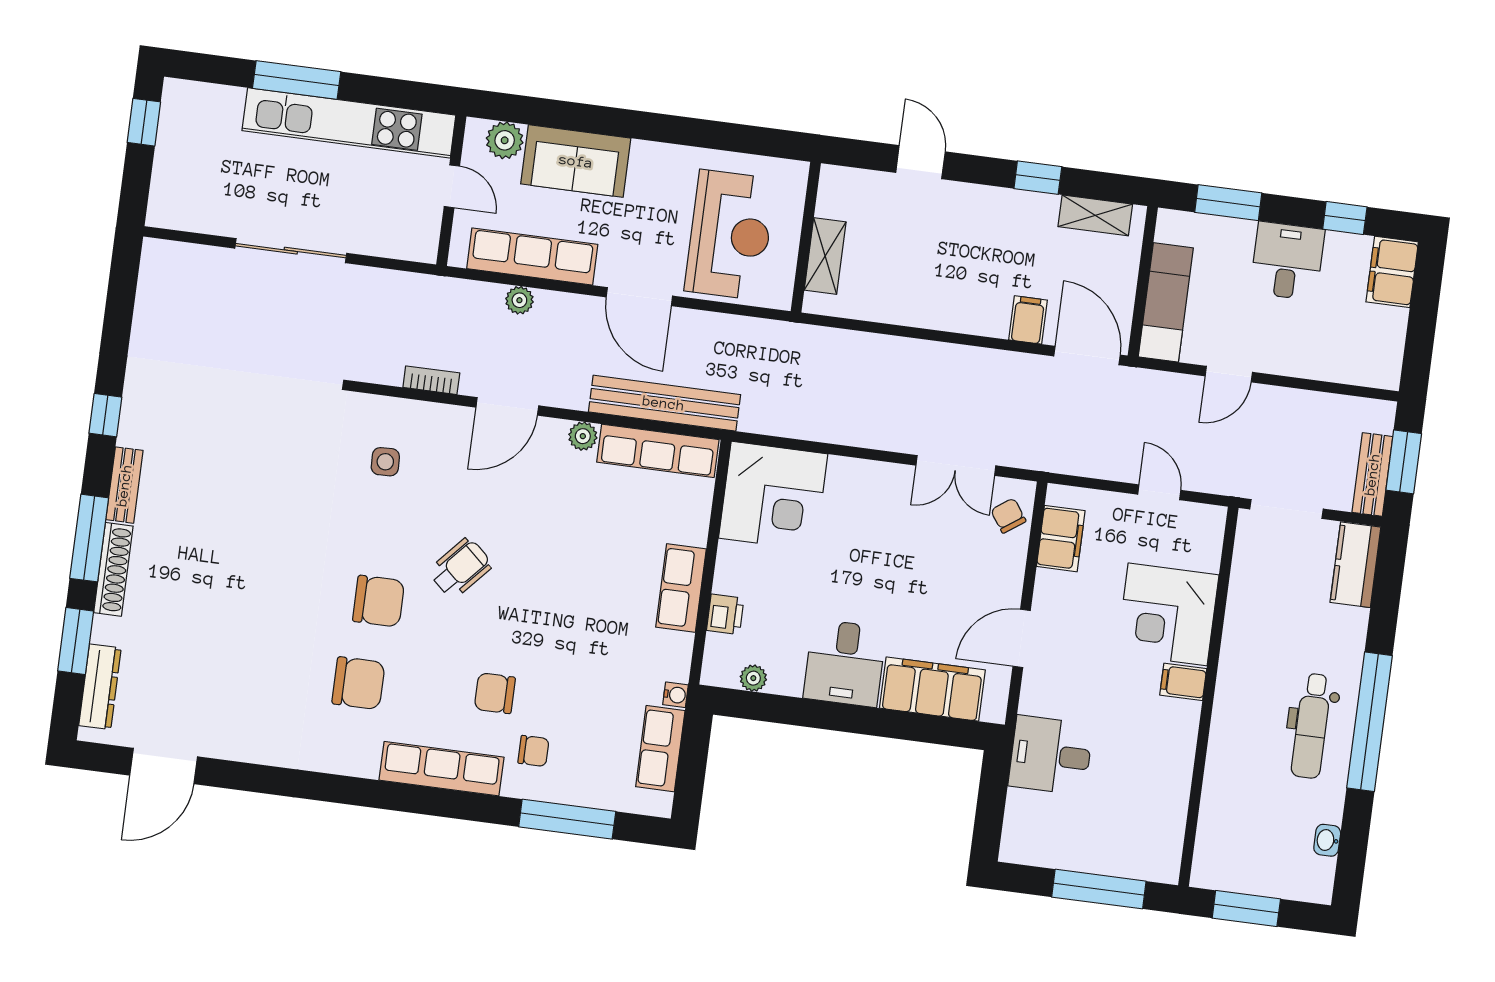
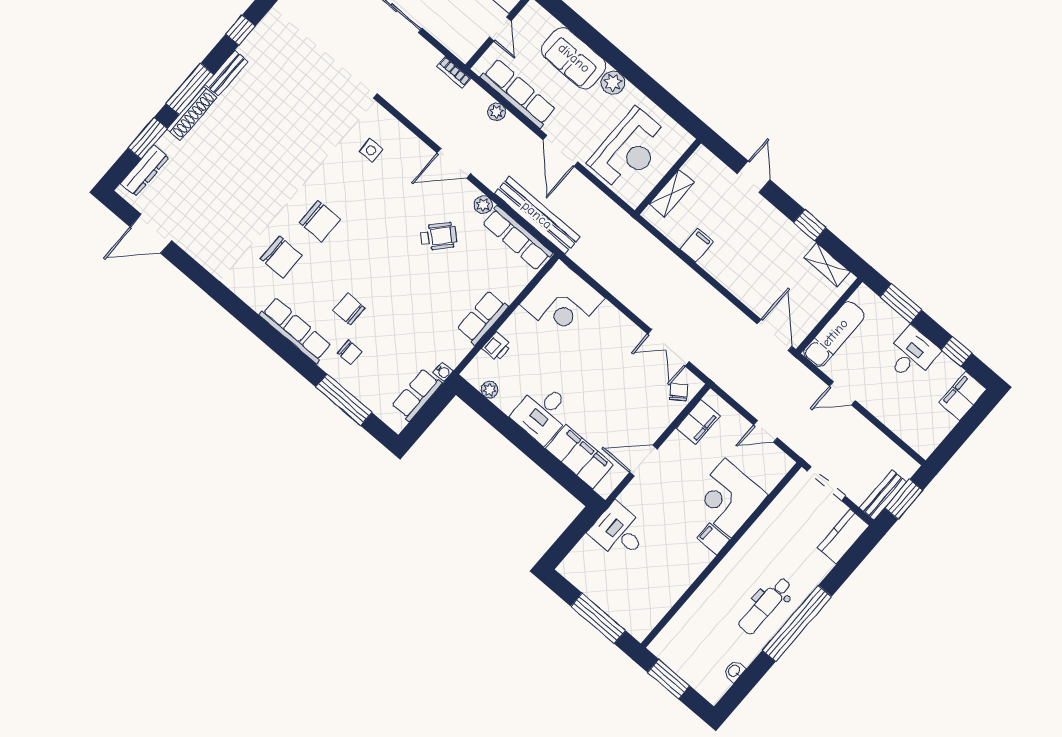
plant: (505, 140) -> (613, 83), moved
filing cabinet: (1028, 320) -> (697, 245), moved
bookcase: (431, 380) -> (454, 73), moved, turned 180
door: (1159, 492) -> (766, 431), swing flipped
wheelchair: (461, 568) -> (438, 236), moved

